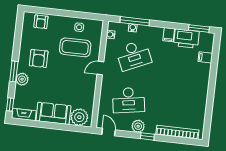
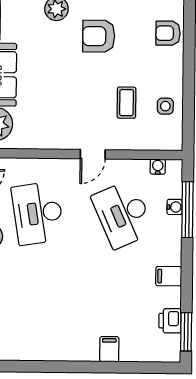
printer: (186, 39) -> (170, 321), width x0.53, depth x0.68
coffee table: (75, 47) -> (126, 103), width x0.54, depth x0.58
filing cabinet: (205, 57) -> (109, 349), moved
door: (100, 68) -> (93, 154), swing flipped

